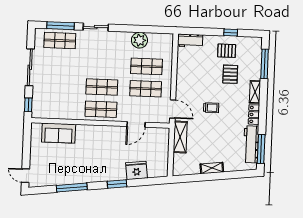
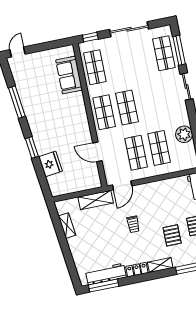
pallet: (230, 74) -> (172, 235), turned 90
shop shelf: (57, 107) -> (95, 67), added
shelving: (212, 168) -> (67, 226), moved

